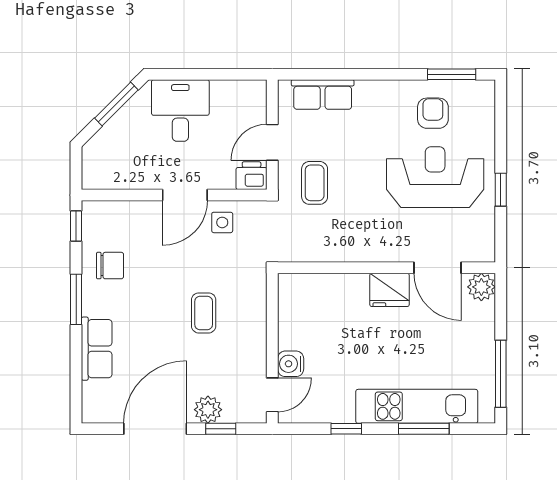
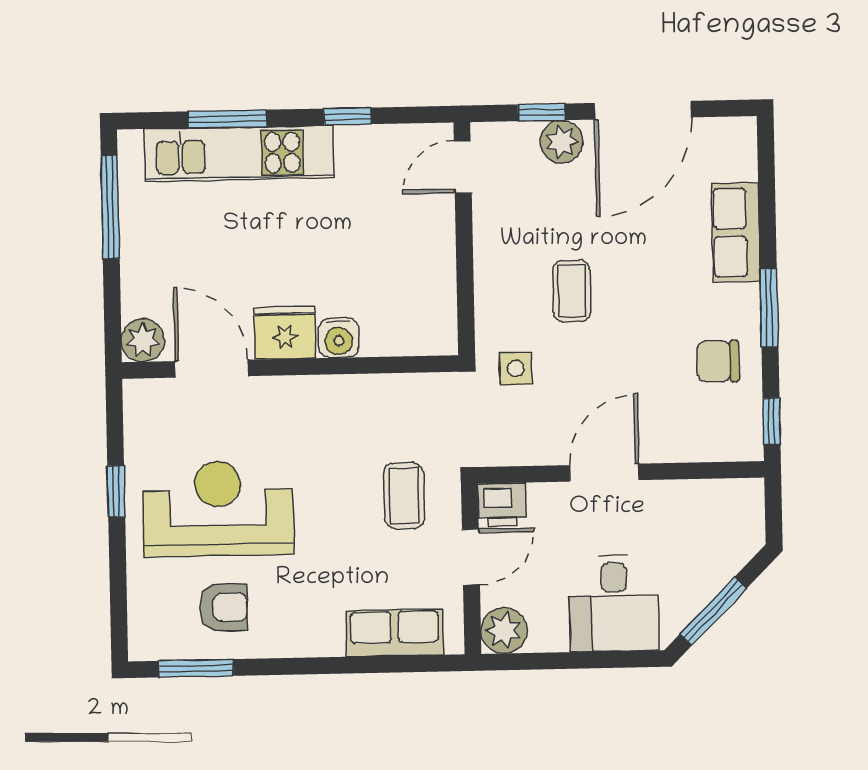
plant: (252, 94) -> (504, 631), added
armchair: (433, 113) -> (224, 607), turned -90
reception desk: (435, 177) -> (218, 509), turned 180
side table: (222, 222) -> (516, 368), moved
water cooler: (291, 364) -> (339, 338), moved, turned 90

